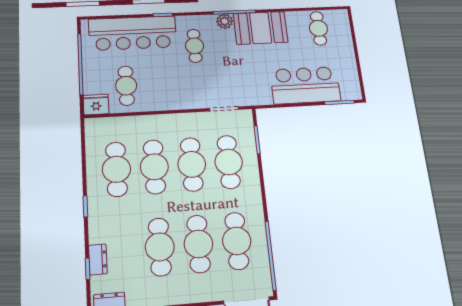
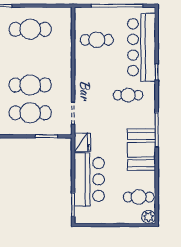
plant: (225, 21) -> (149, 217), moved
fridge: (96, 105) -> (82, 142), moved
cafe table: (154, 167) -> (30, 57), removed

